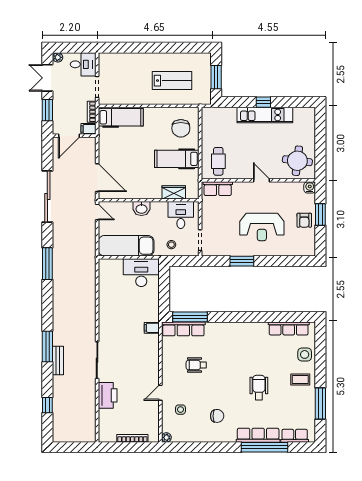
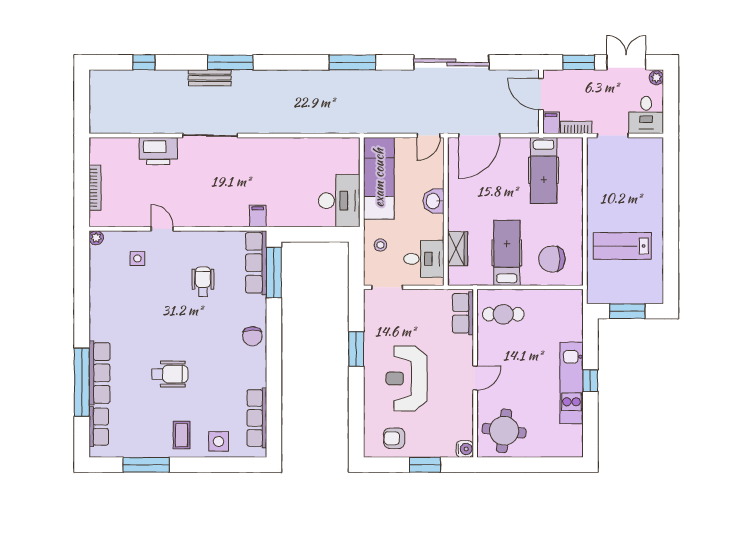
lab bench: (172, 81) -> (622, 246), turned 90
hospital bed: (121, 117) -> (544, 170), moved
armchair: (304, 220) -> (394, 438), moved
chair: (217, 416) -> (252, 336), moved

